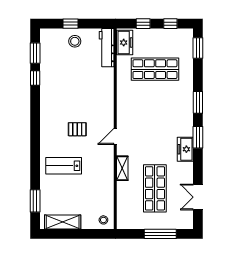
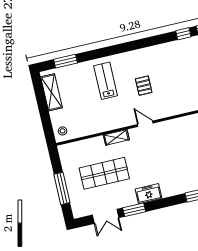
window: (198, 137) -> (134, 210), moved
double door: (198, 197) -> (106, 216), swing flipped

